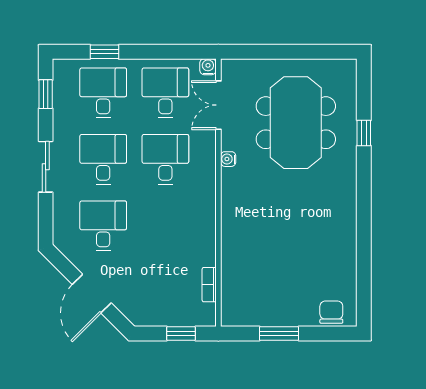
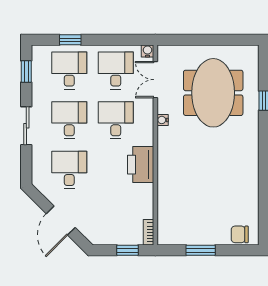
printer: (199, 219) -> (141, 165), added
bookcase: (209, 285) -> (148, 232), moved
chair: (331, 312) -> (240, 234), turned -90

